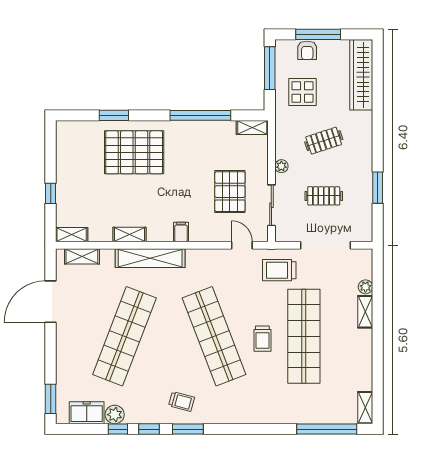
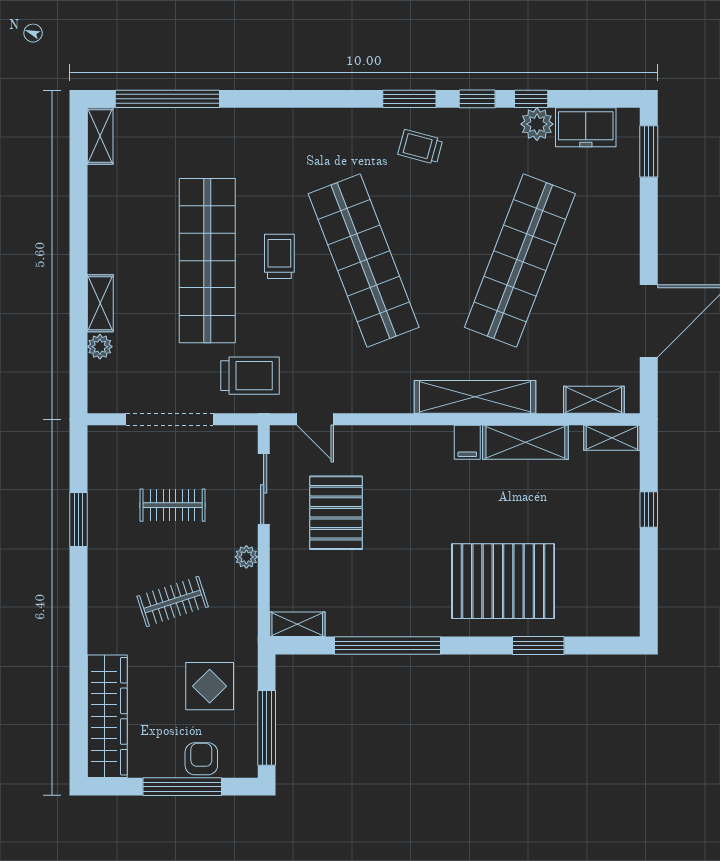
filing cabinet: (181, 232) -> (467, 442), moved
shelving: (129, 234) -> (525, 442), width x1.50, depth x1.33

